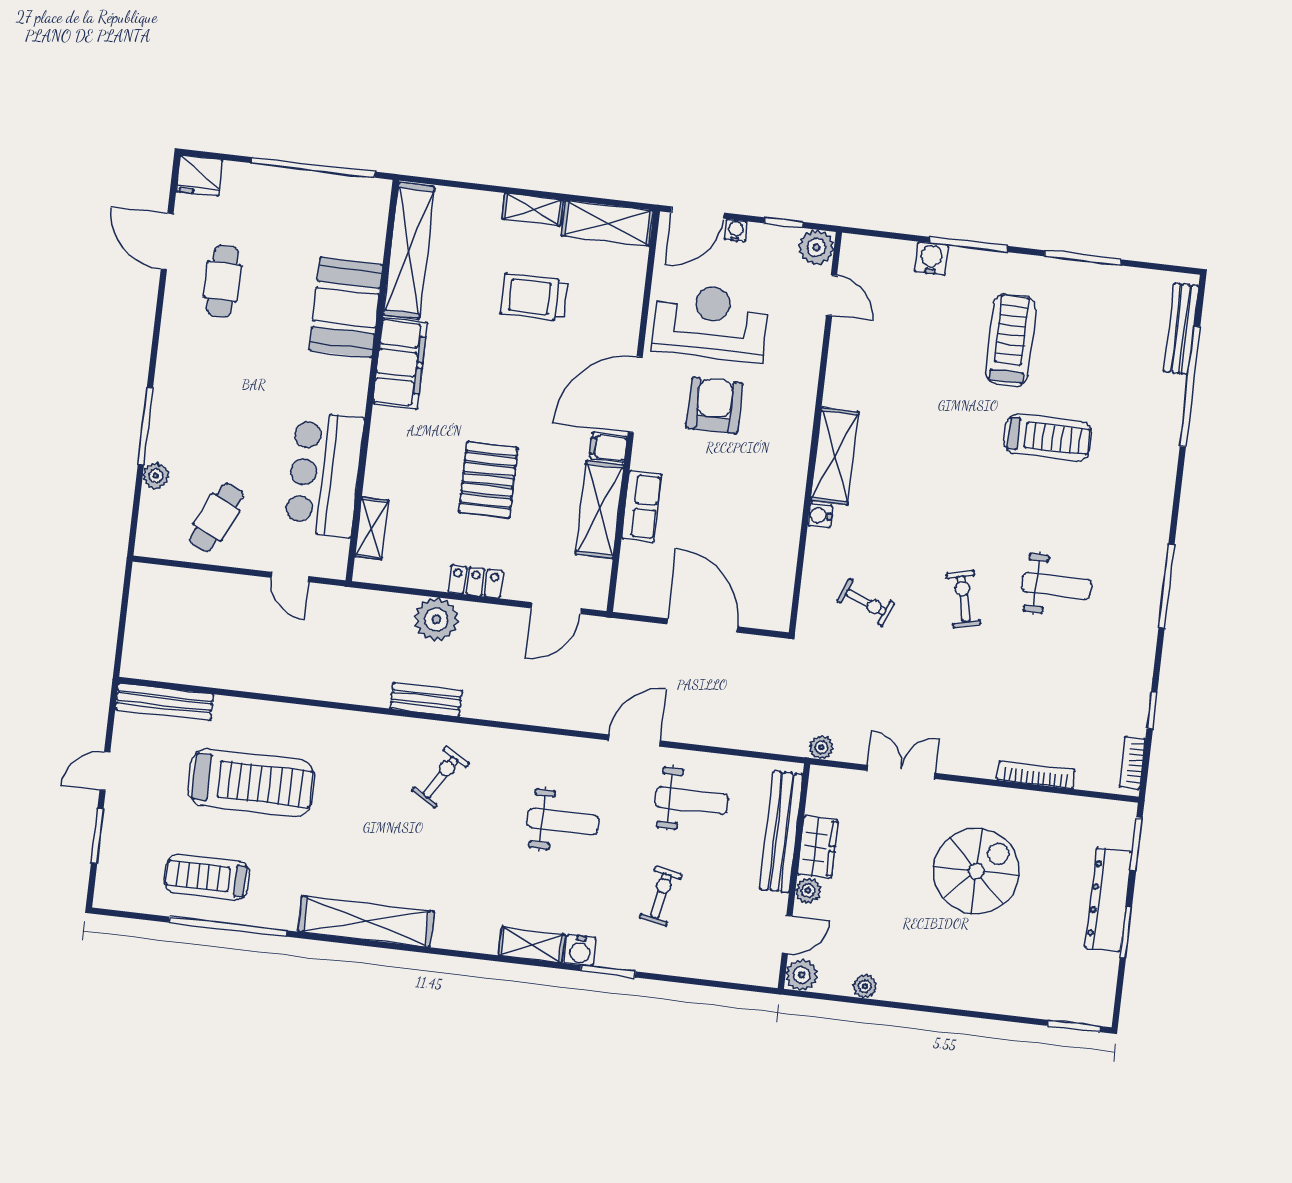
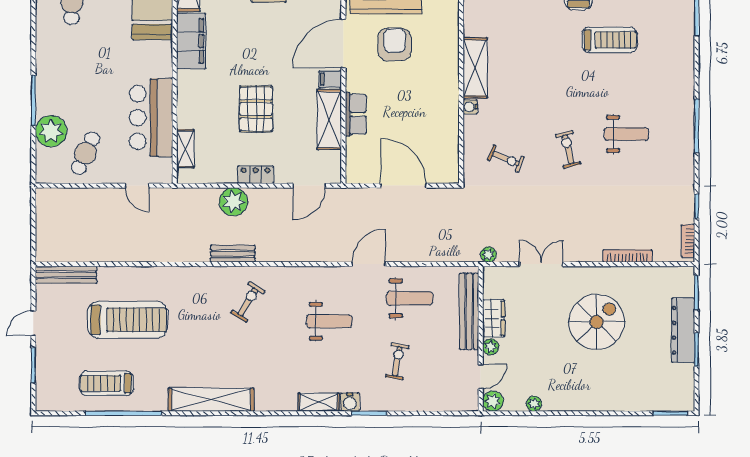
plant: (156, 476) -> (51, 131), width x1.88, depth x1.88

